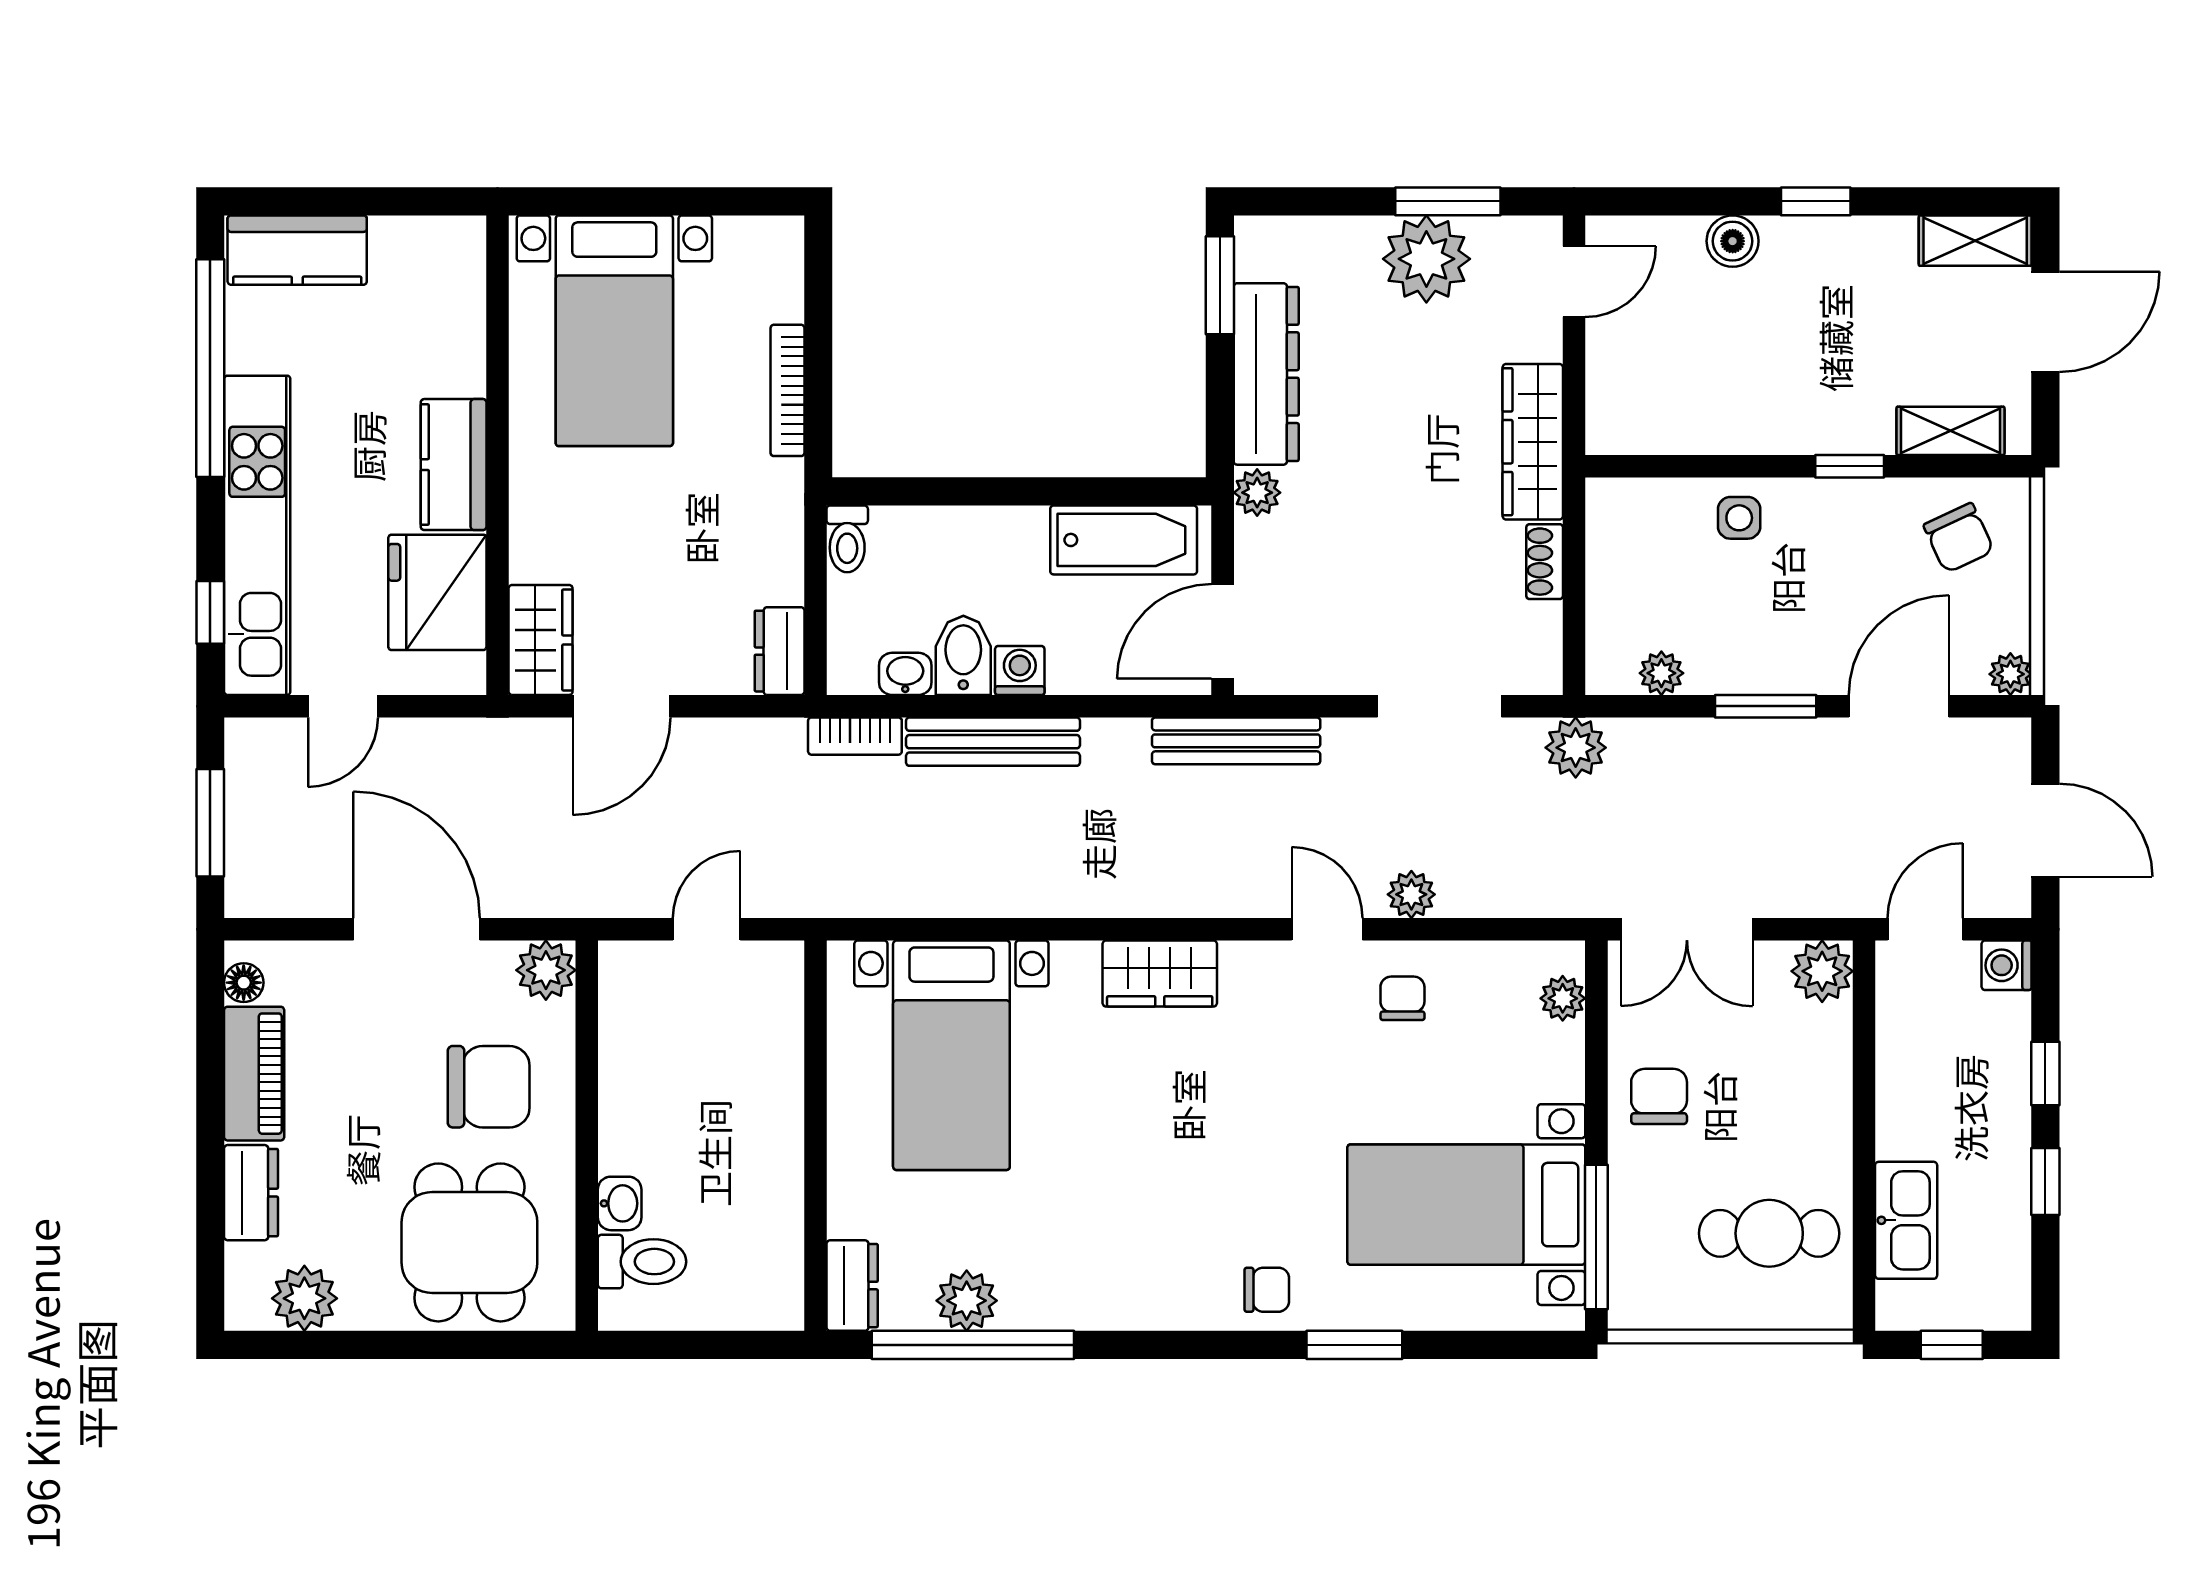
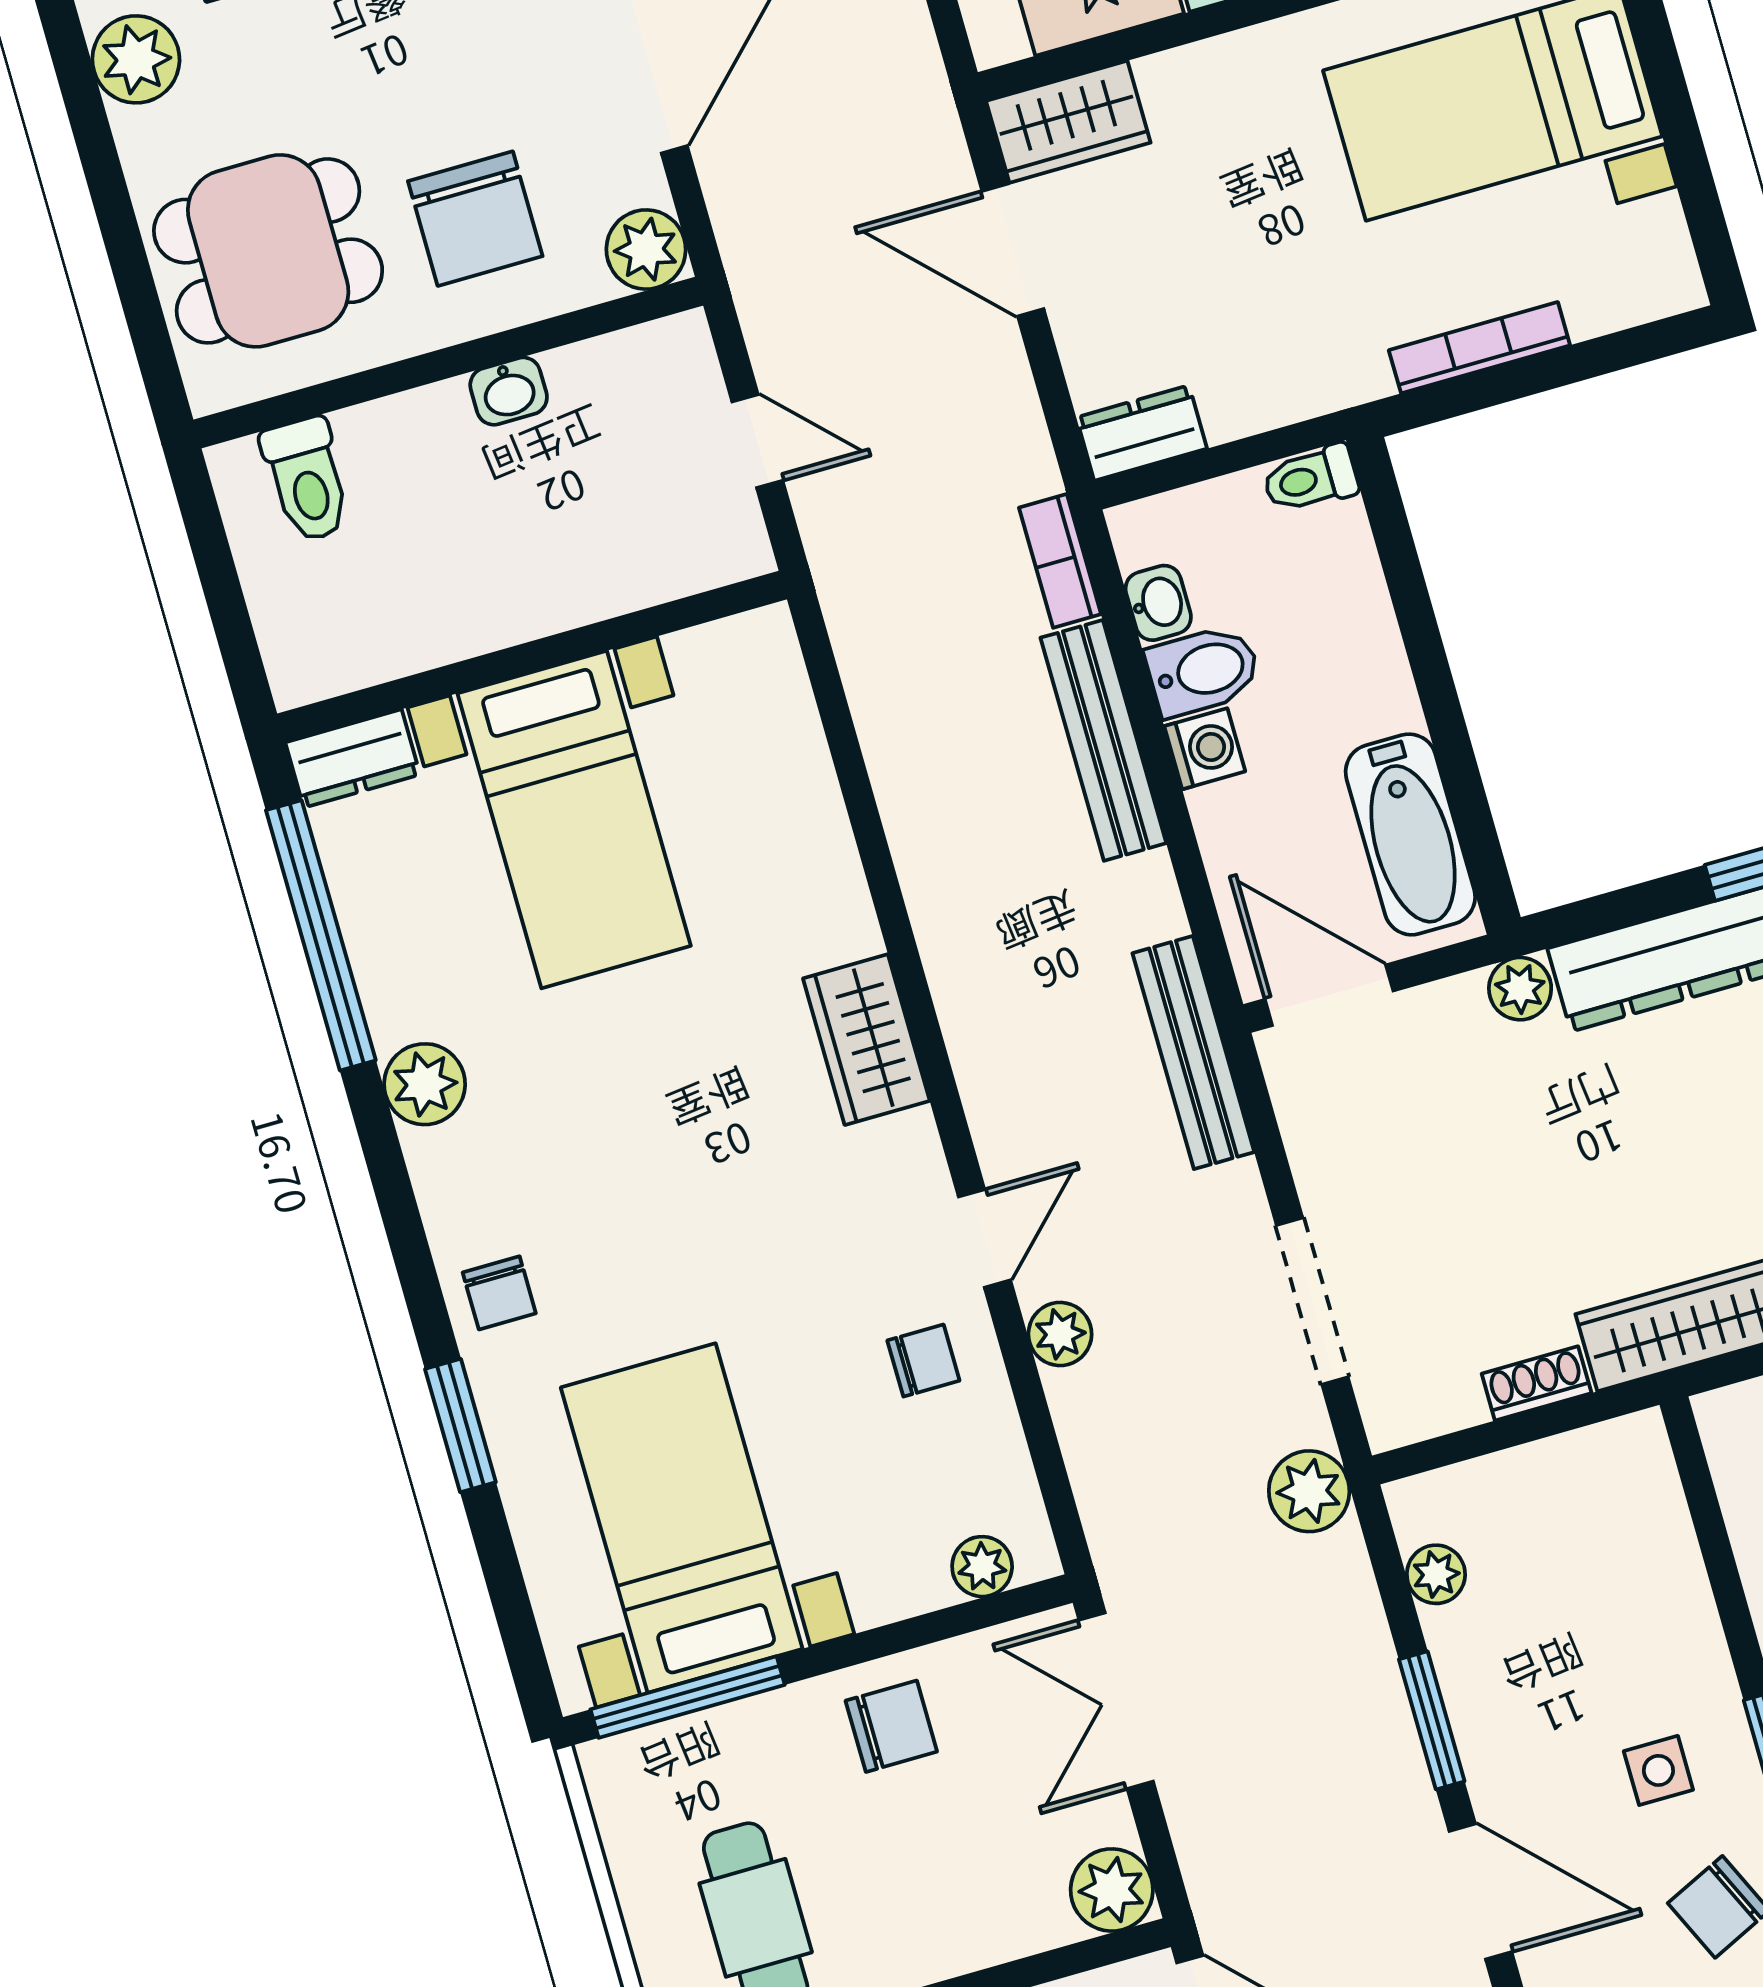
side table: (1739, 518) -> (1658, 1770), moved
bed with nightstands: (951, 1055) -> (574, 820), moved, turned -90
washbasin: (620, 1203) -> (509, 391), moved
plant: (967, 1301) -> (425, 1084), moved

